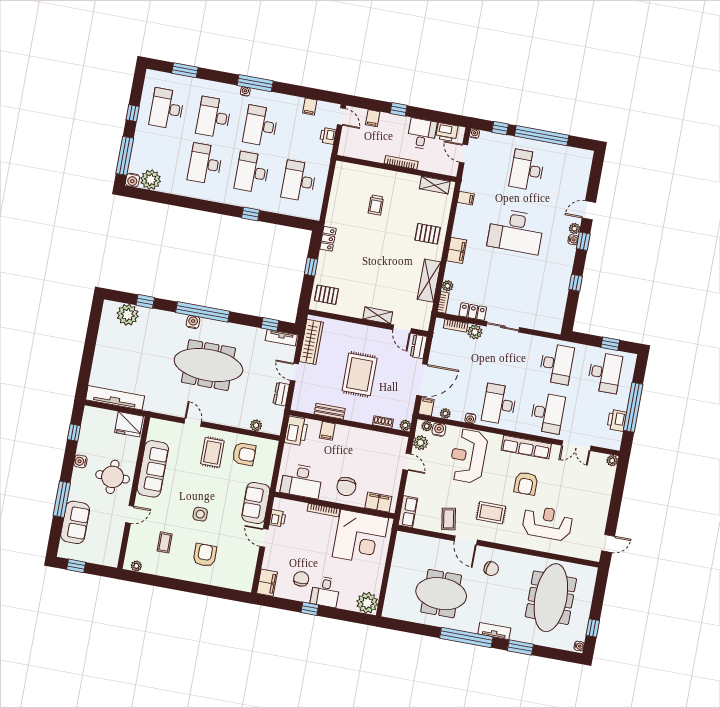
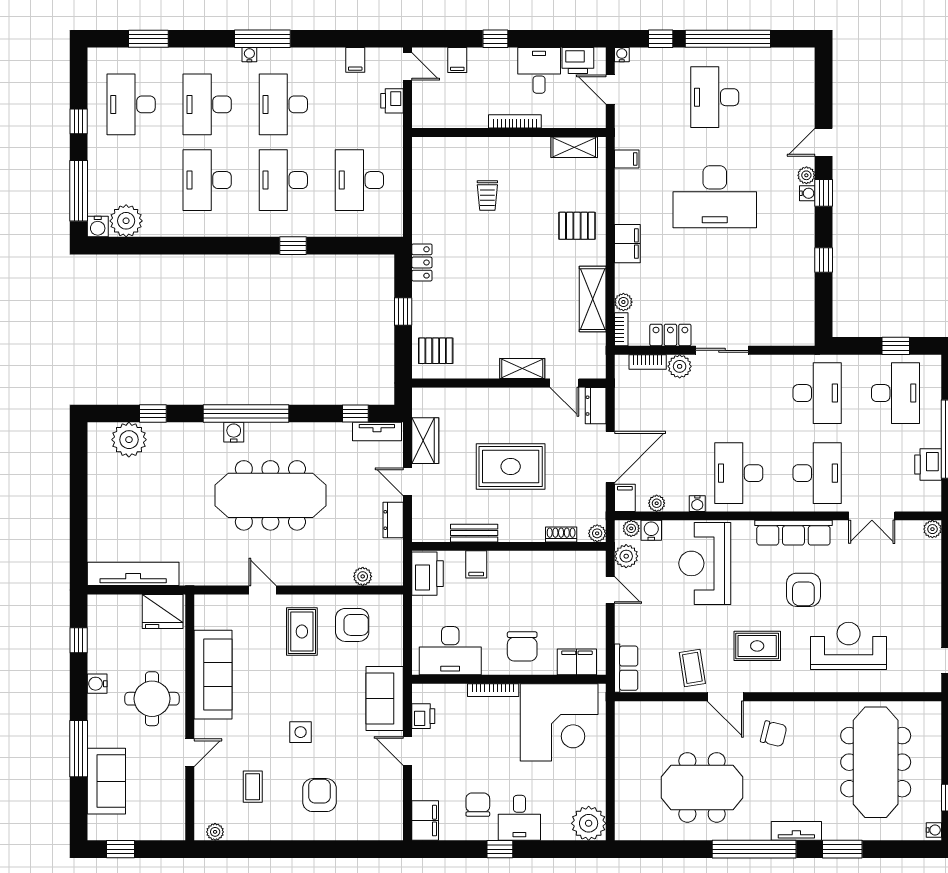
wardrobe: (311, 342) -> (425, 441), width x0.67
rug: (360, 374) -> (511, 467), turned 90

